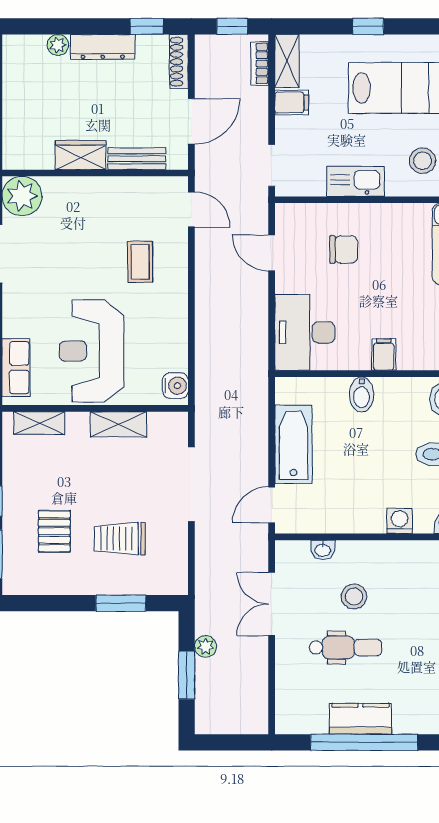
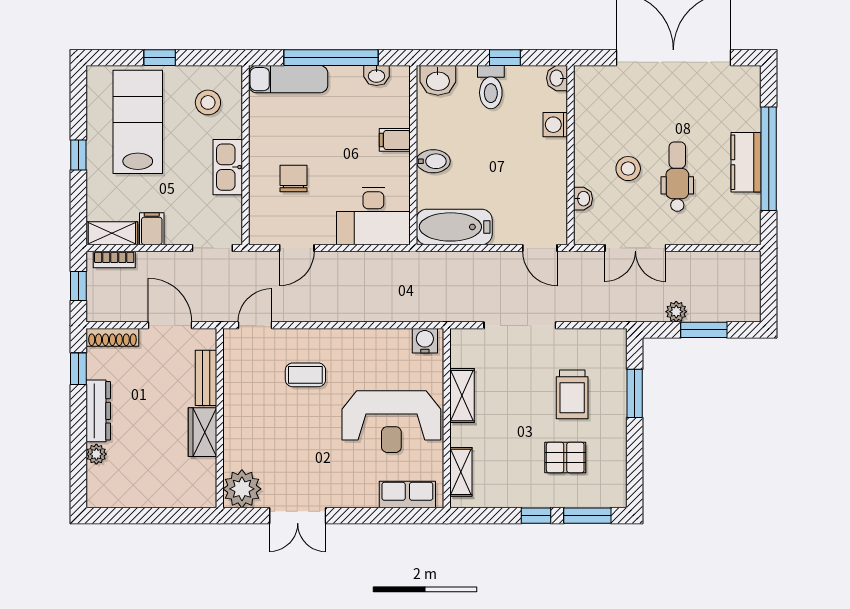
bathtub: (293, 444) -> (454, 227), moved

